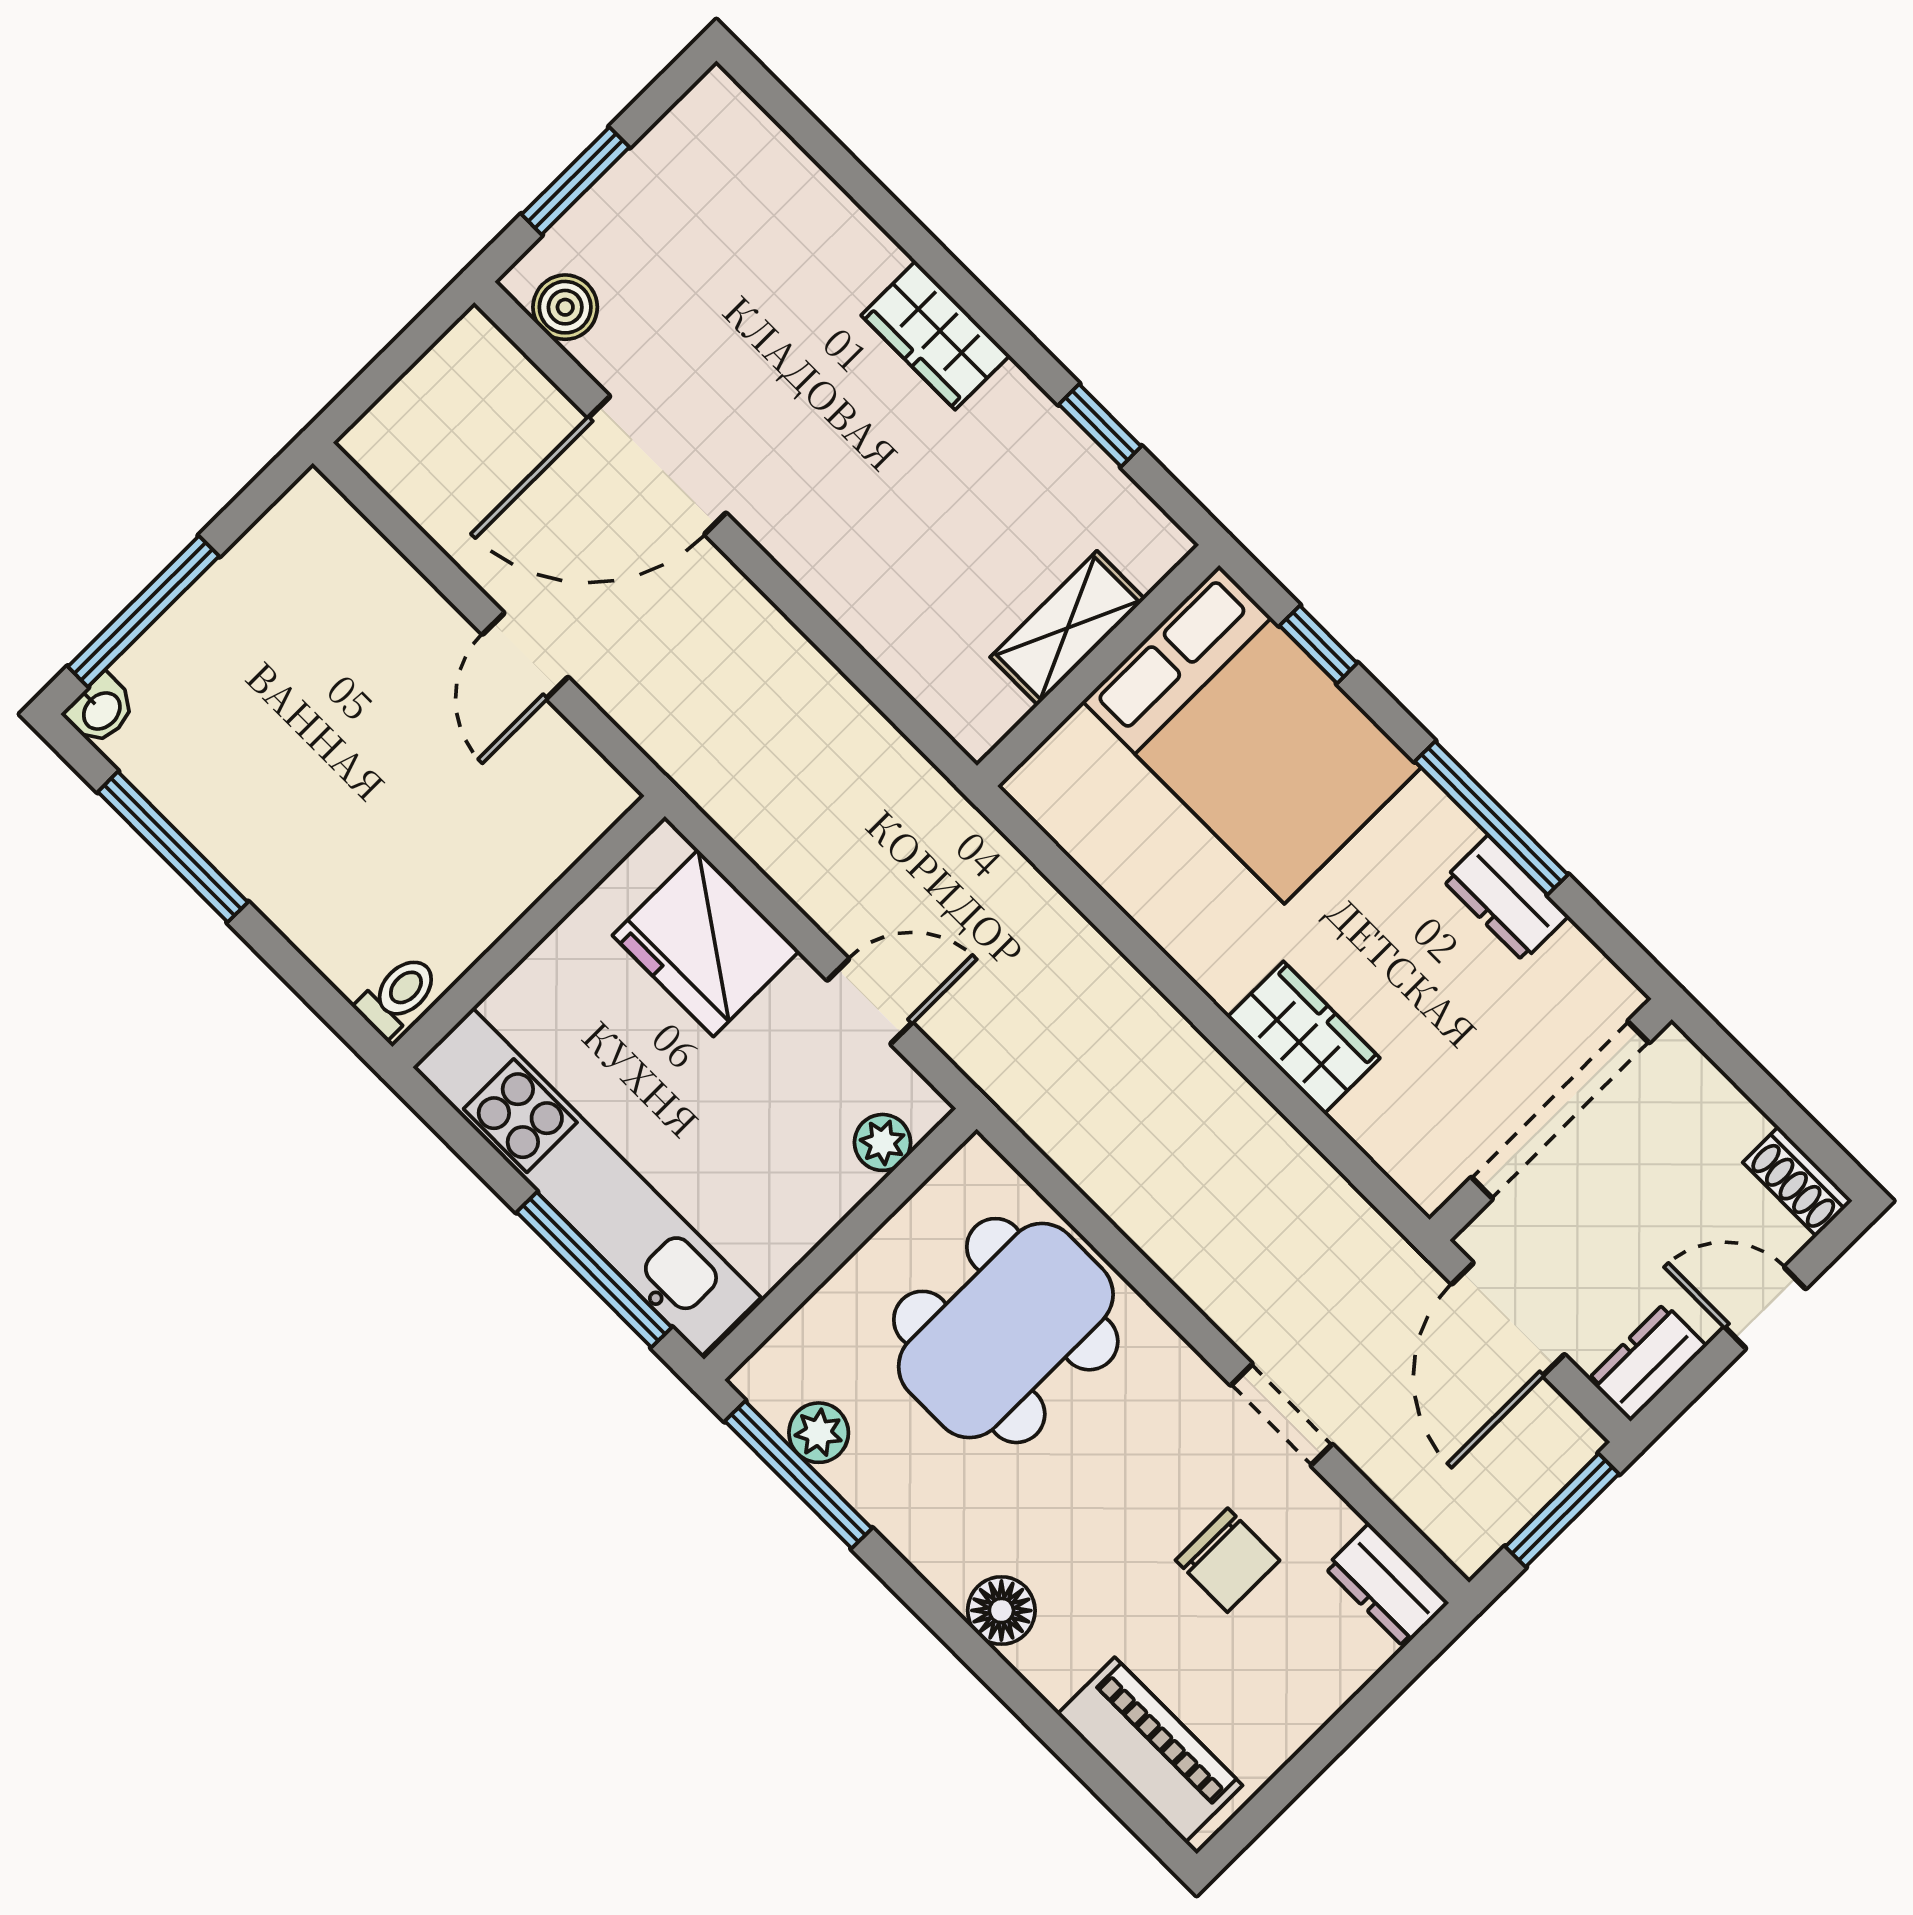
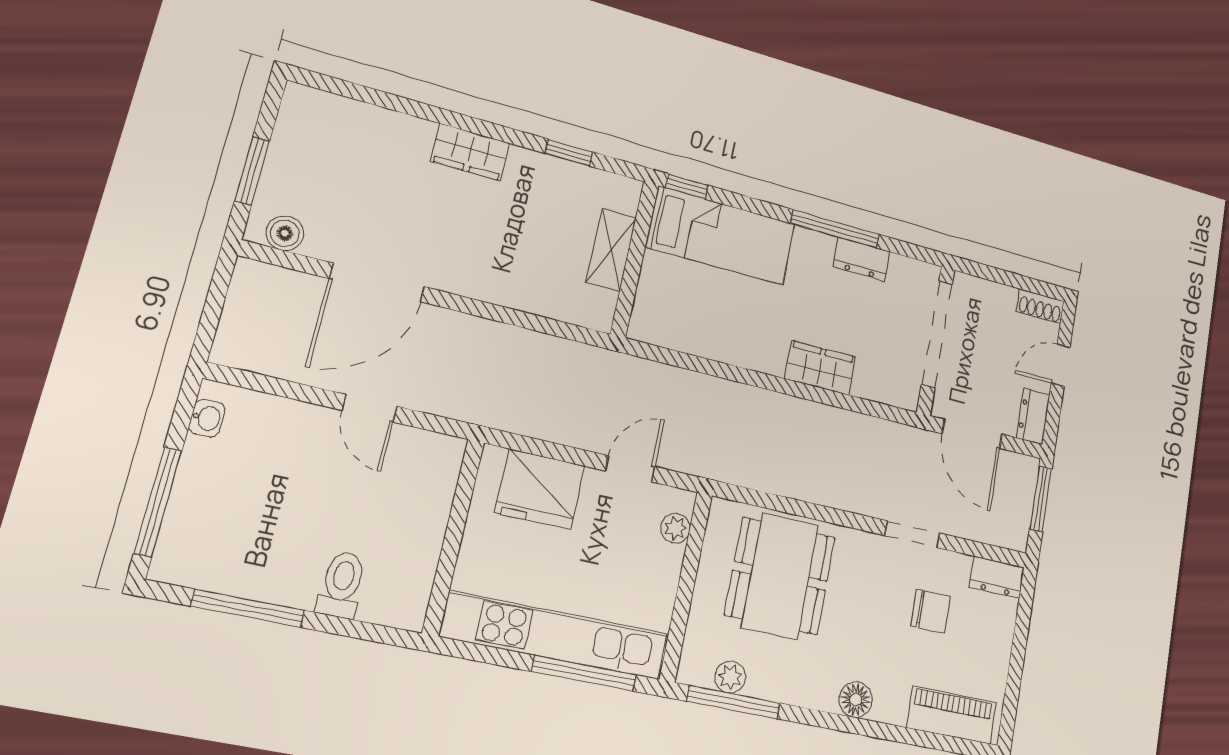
window: (1318, 644) -> (687, 187), moved
washbasin: (101, 710) -> (207, 418), moved
bed: (1252, 734) -> (721, 236), width x0.67
toilet: (398, 995) -> (342, 585), moved, width x1.37, depth x1.39

